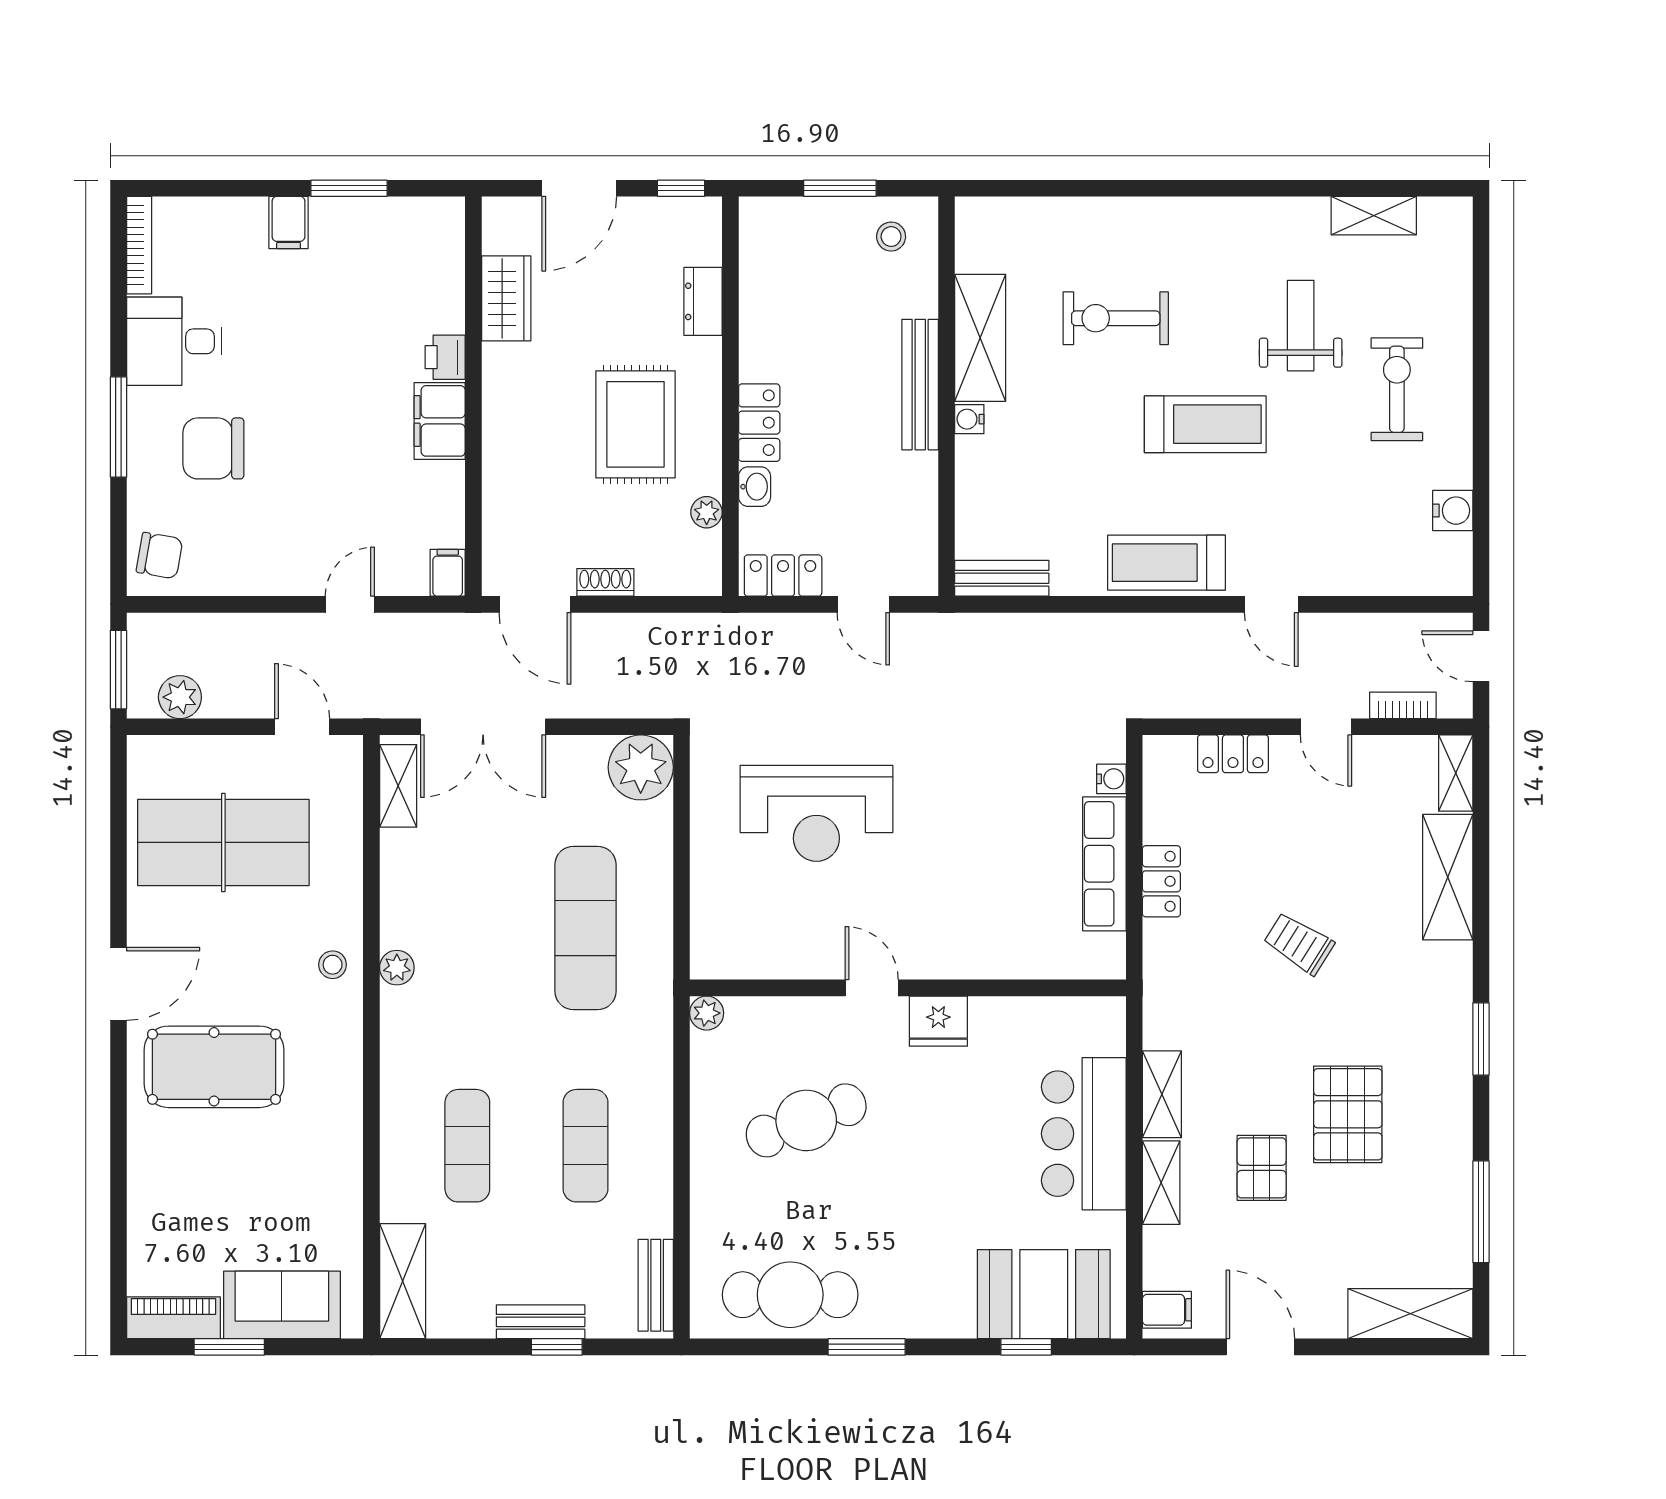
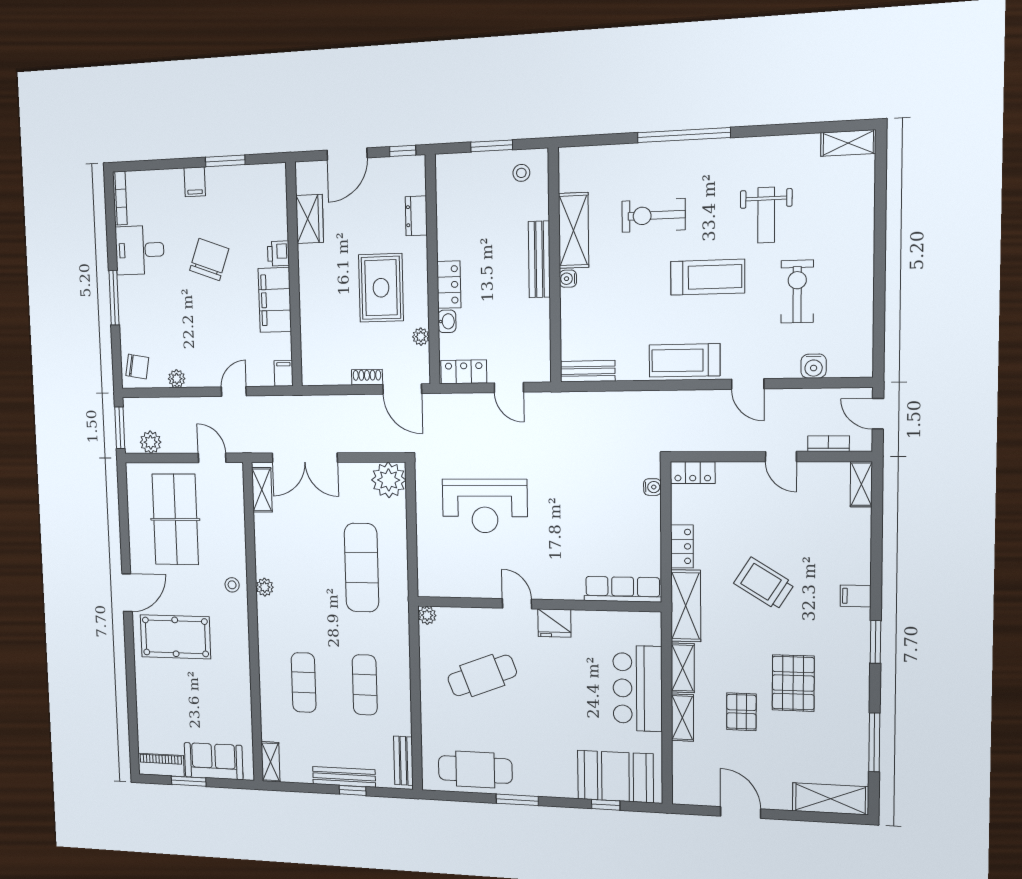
window: (1167, 188) -> (684, 135), added
shelving: (1374, 216) -> (848, 143), moved
weight bench: (1301, 326) -> (766, 215), turned 180
exercise bike: (1397, 389) -> (797, 291), moved
filing cabinet: (440, 421) -> (275, 300), width x1.50, depth x1.17
chair: (213, 448) -> (209, 259), moved, turned 110
water cooler: (1453, 511) -> (814, 366), moved, turned 90
plant: (238, 579) -> (177, 379), added
door: (535, 604) -> (402, 389), moved
locker: (1233, 754) -> (693, 473), moved
table tennis table: (223, 842) -> (175, 519), turned 90
row of seats: (1104, 864) -> (623, 589), moved, turned 90
shelving: (1448, 877) -> (686, 606), moved
trolley: (1299, 943) -> (764, 584), width x1.36, depth x1.39
shelving: (403, 1281) -> (271, 762), width x0.67, depth x0.75
filing cabinet: (1167, 1310) -> (856, 596), moved, turned 180
bench: (541, 1322) -> (344, 777), width x1.36

